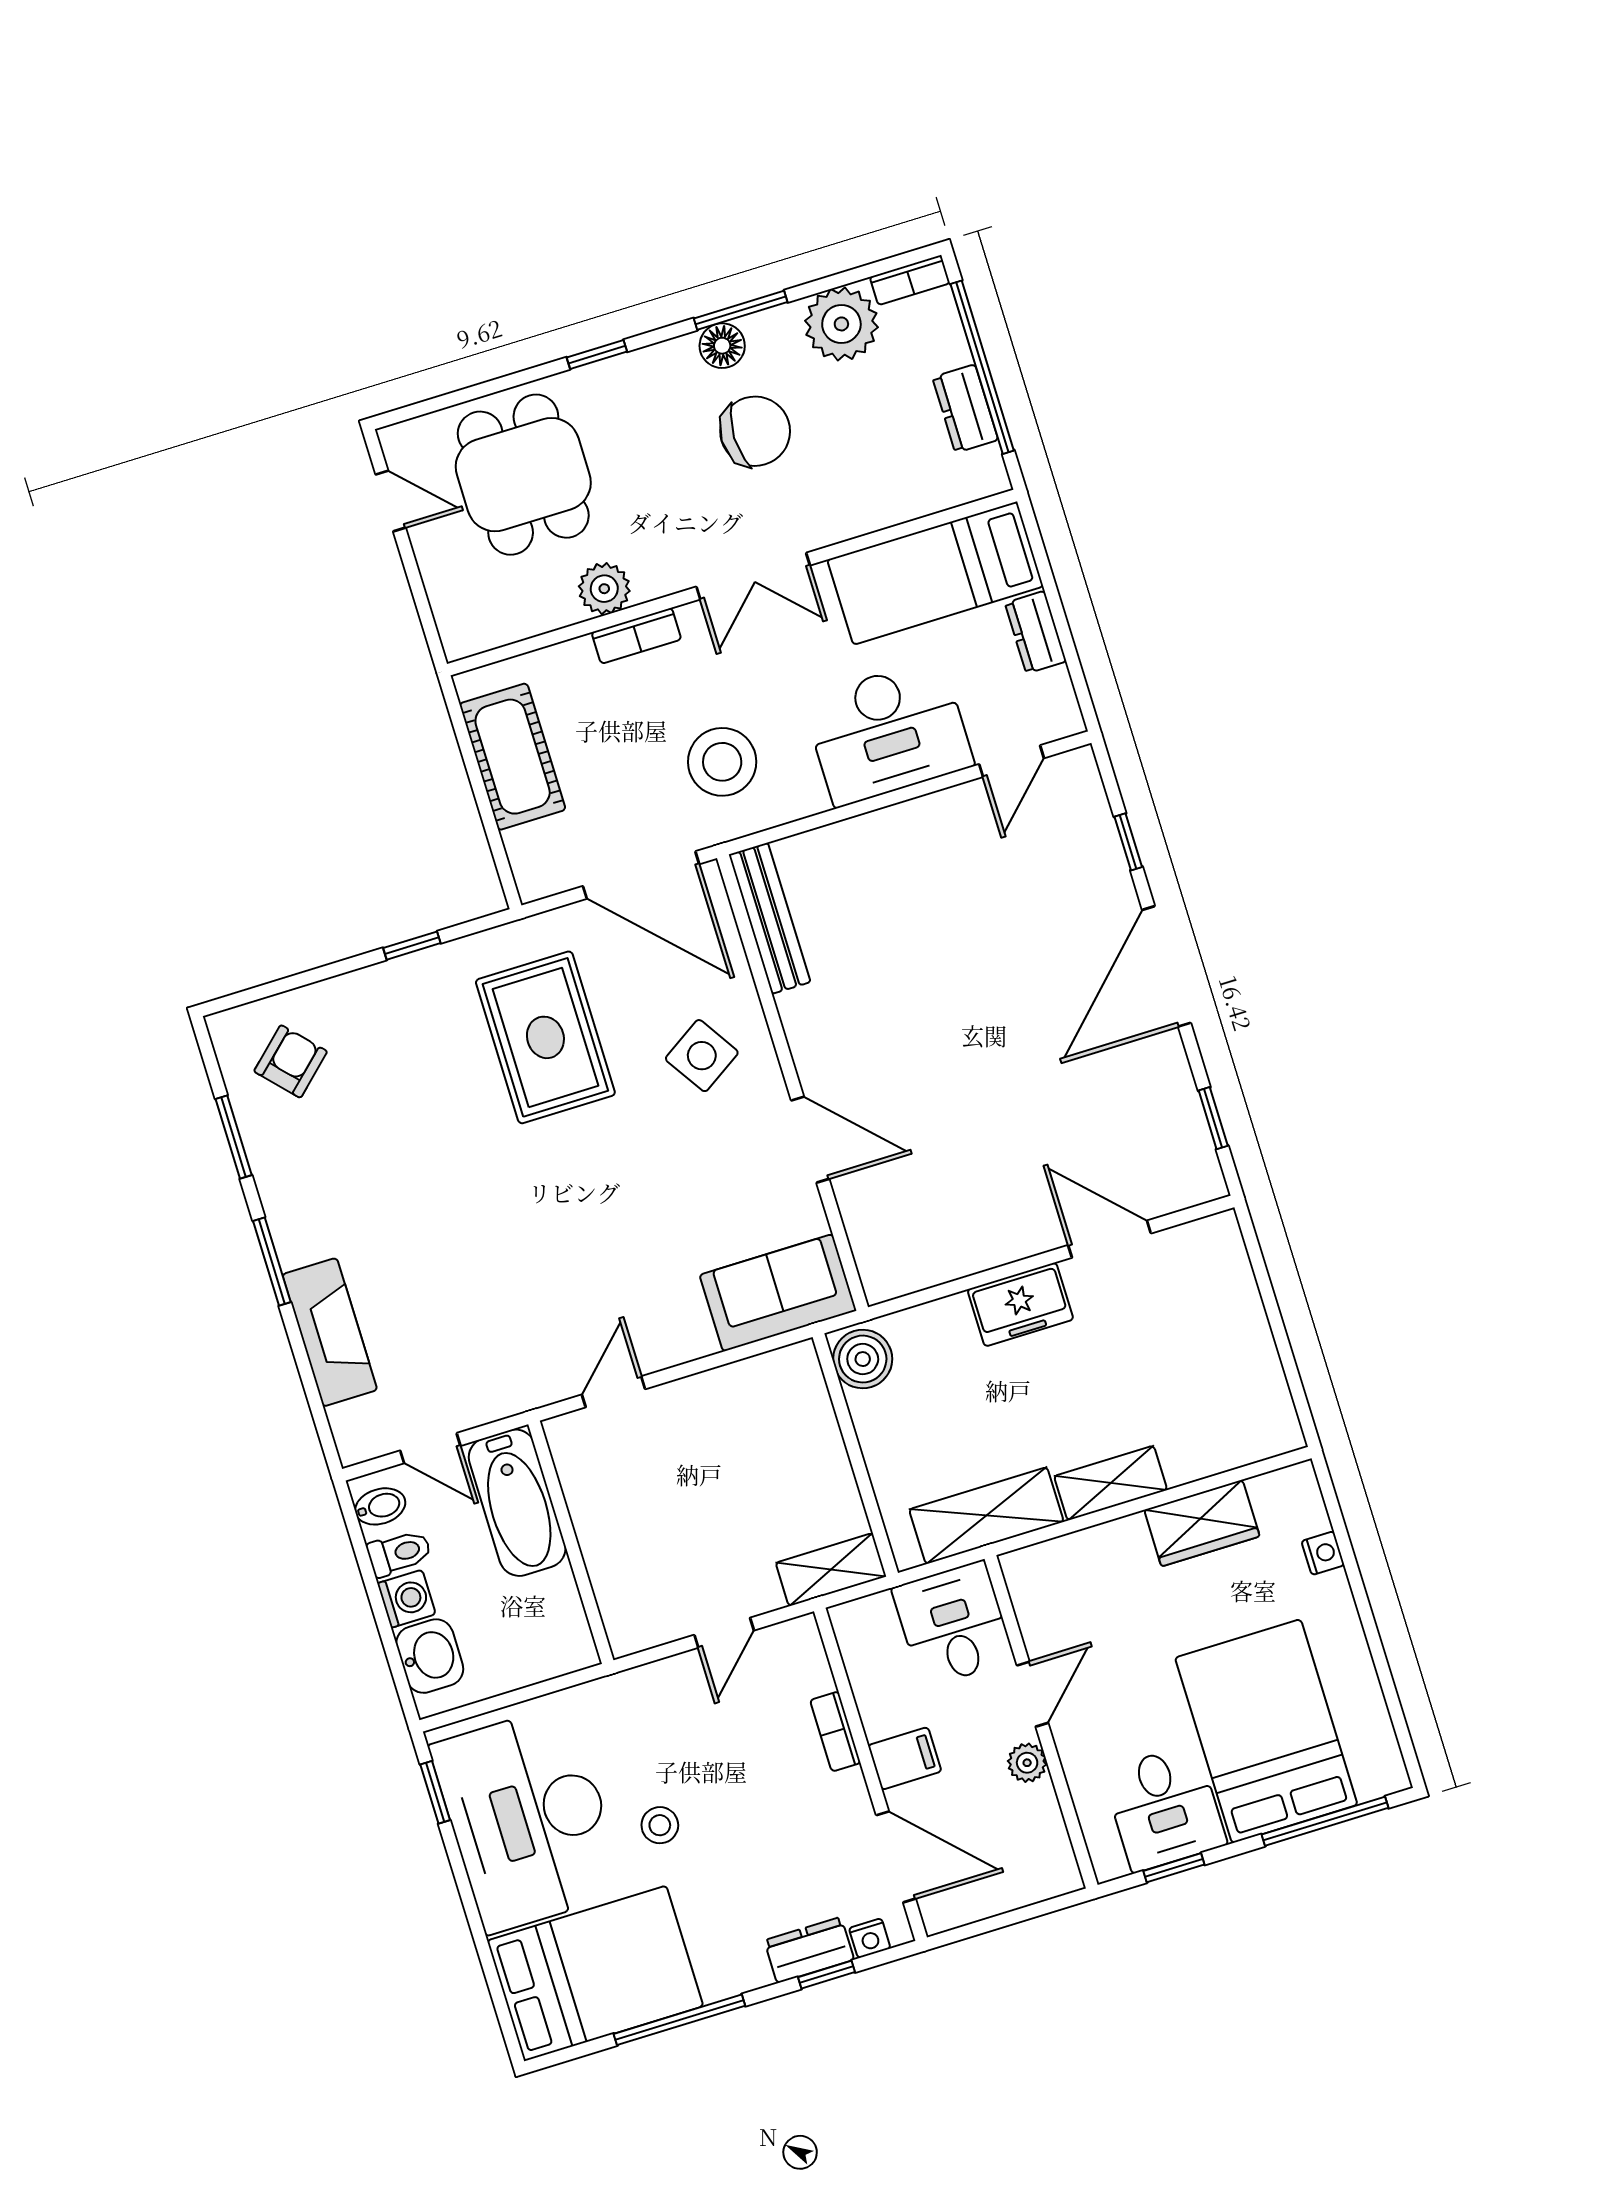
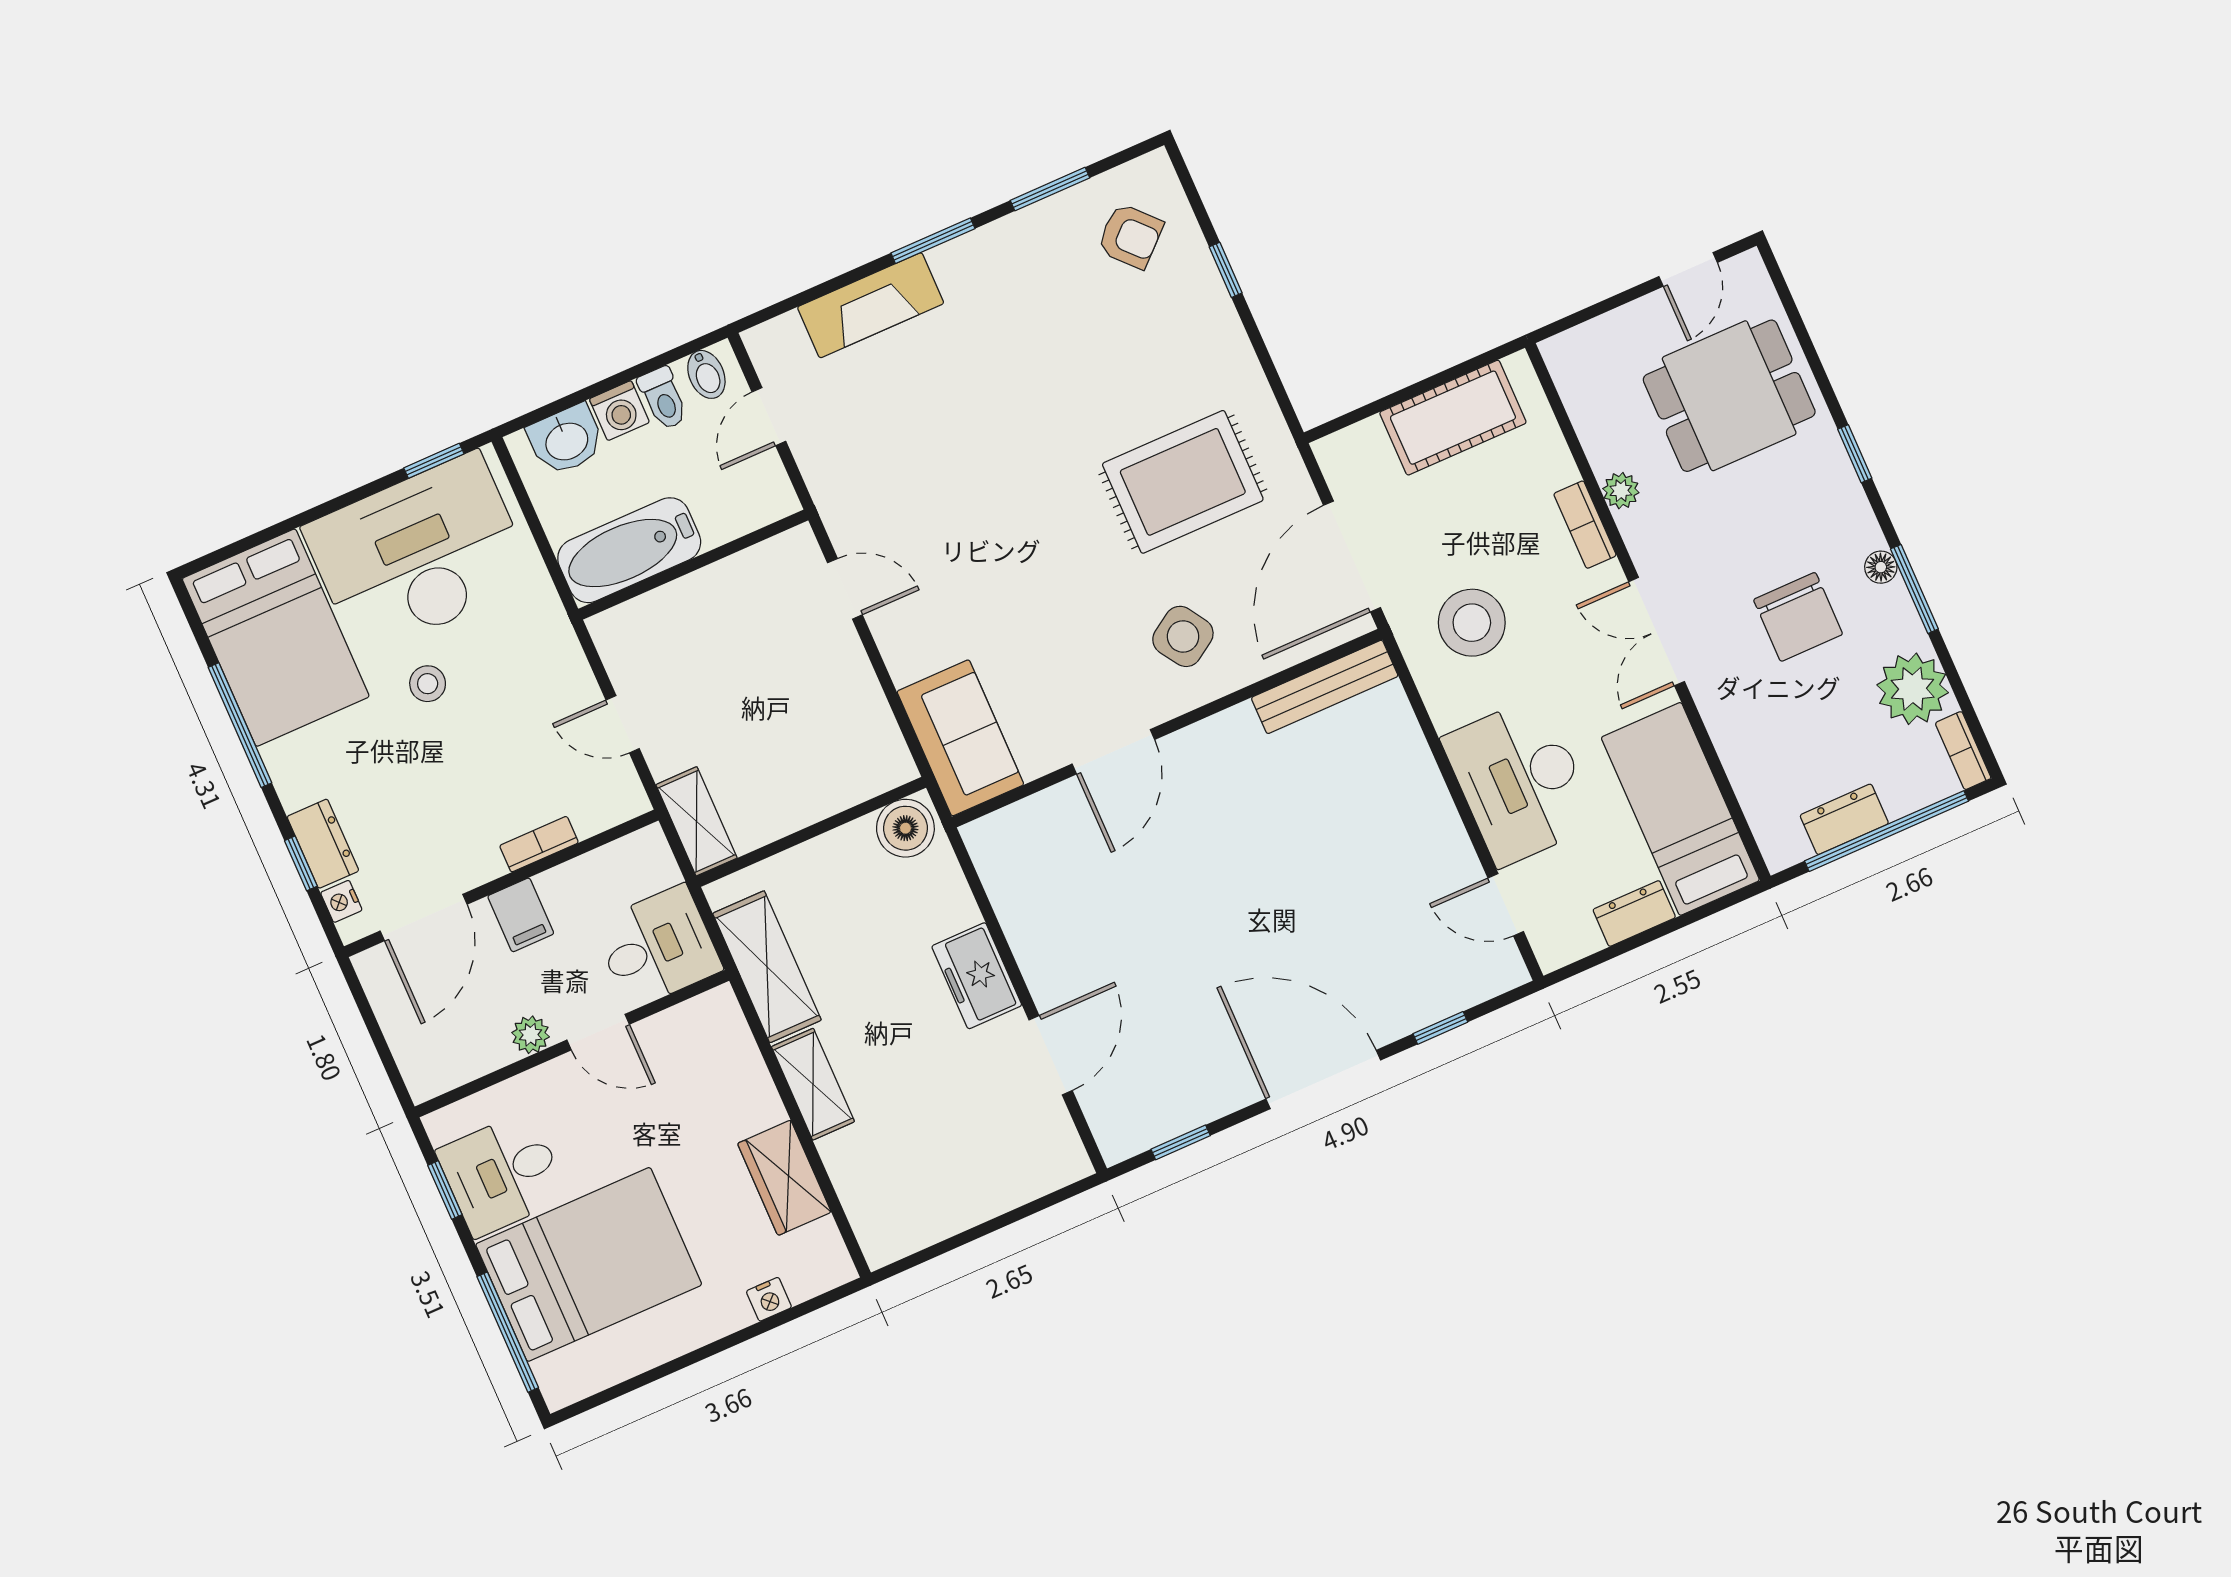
floor lamp: (722, 346) -> (1881, 567), width x0.73, depth x0.73
plant: (604, 589) -> (1621, 491), width x0.73, depth x0.73
window: (412, 946) -> (1226, 270), moved
bathtub: (517, 1503) -> (629, 550), moved

